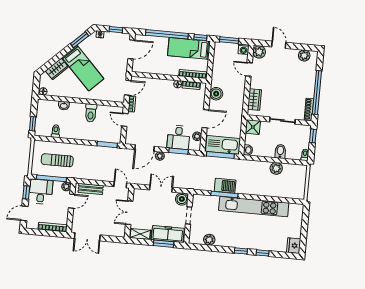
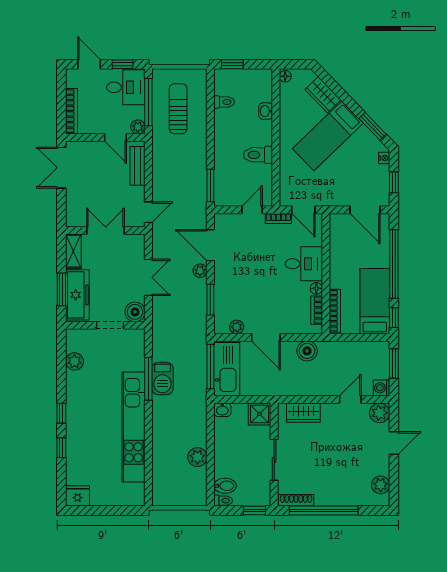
desk: (179, 137) -> (304, 264), moved, turned 180
bidet: (280, 151) -> (225, 486), moved

